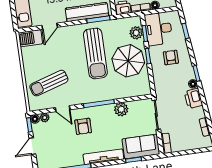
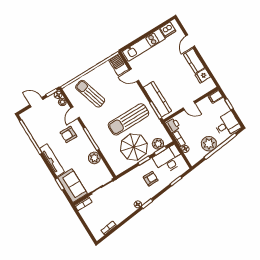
printer: (193, 98) -> (127, 210), removed

